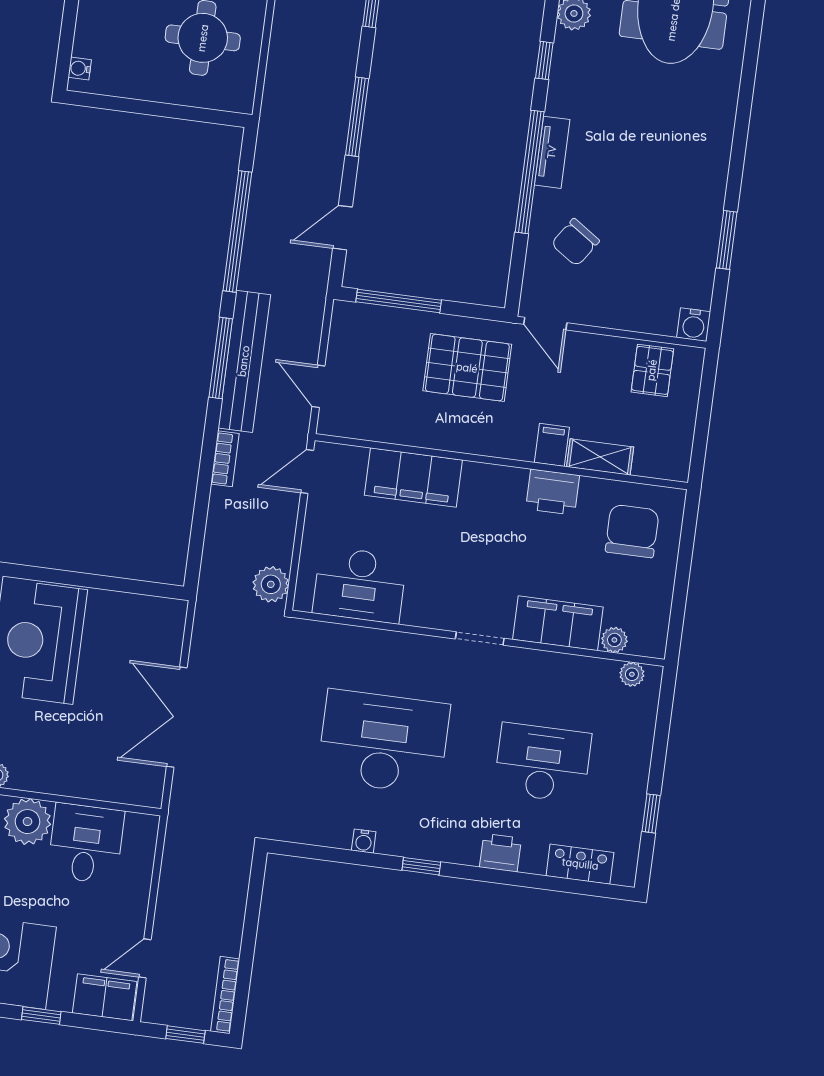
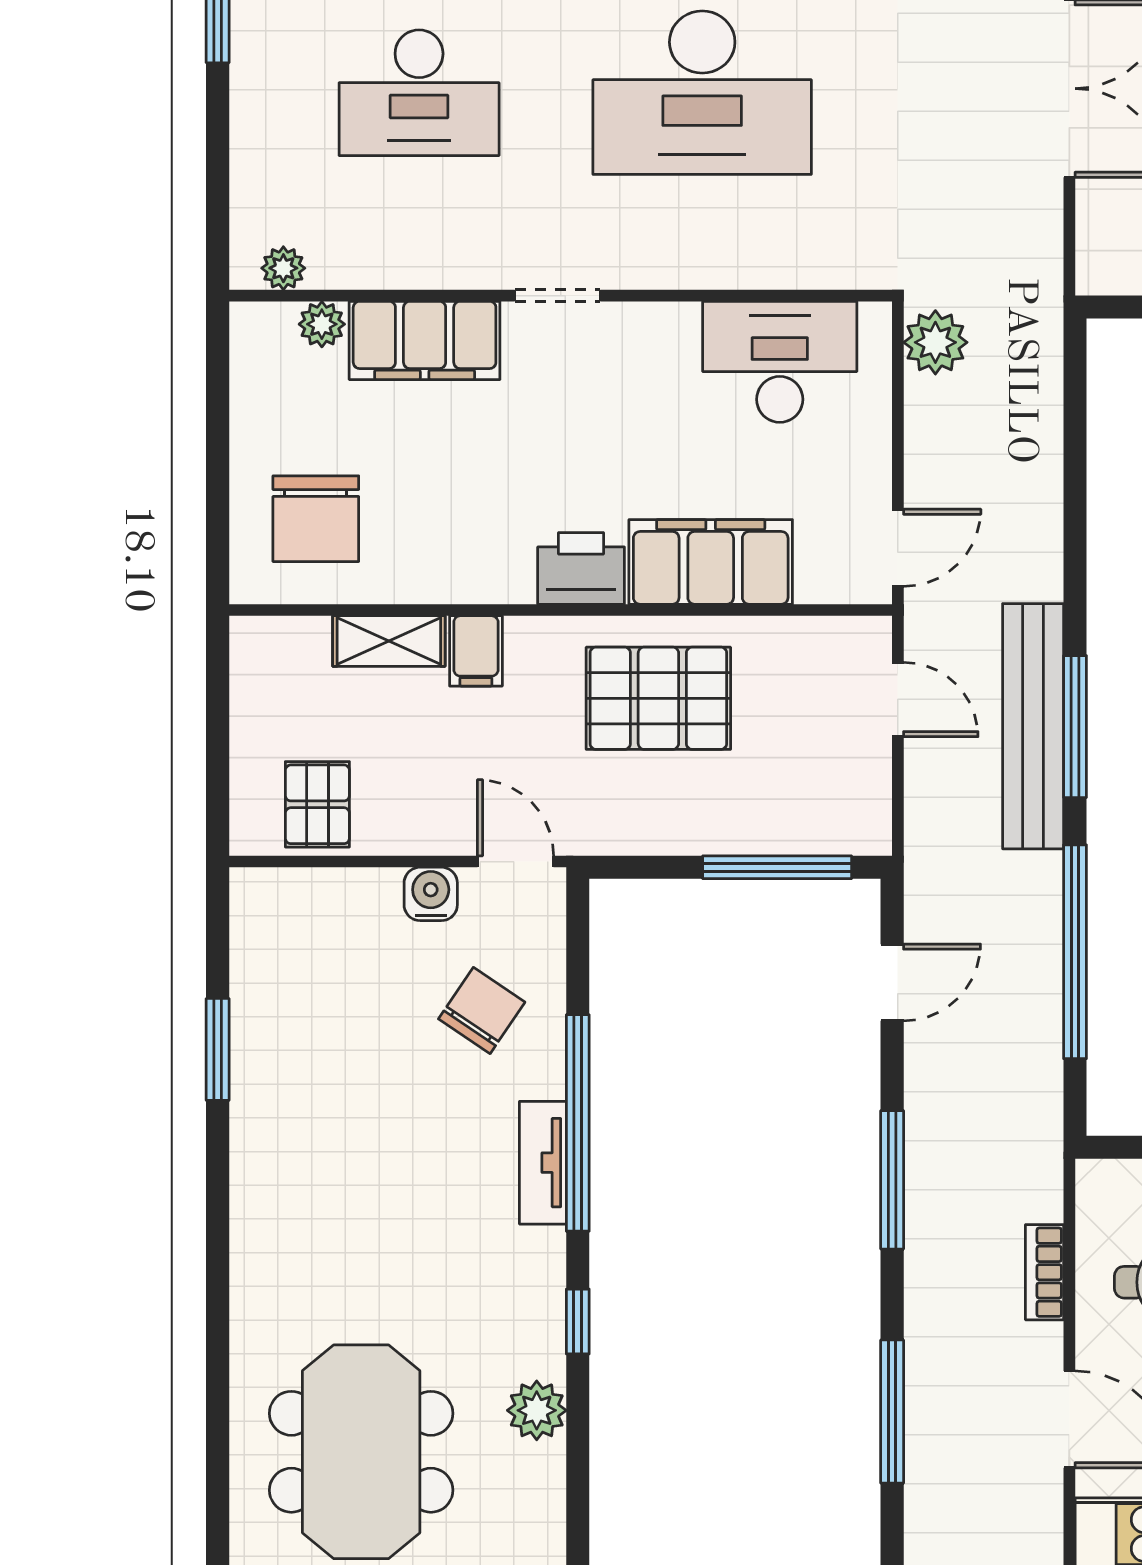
water cooler: (694, 325) -> (431, 894), moved
pallet: (467, 368) -> (658, 698), moved
bookcase: (225, 459) -> (1045, 1272), moved
printer: (553, 492) -> (581, 568), moved

